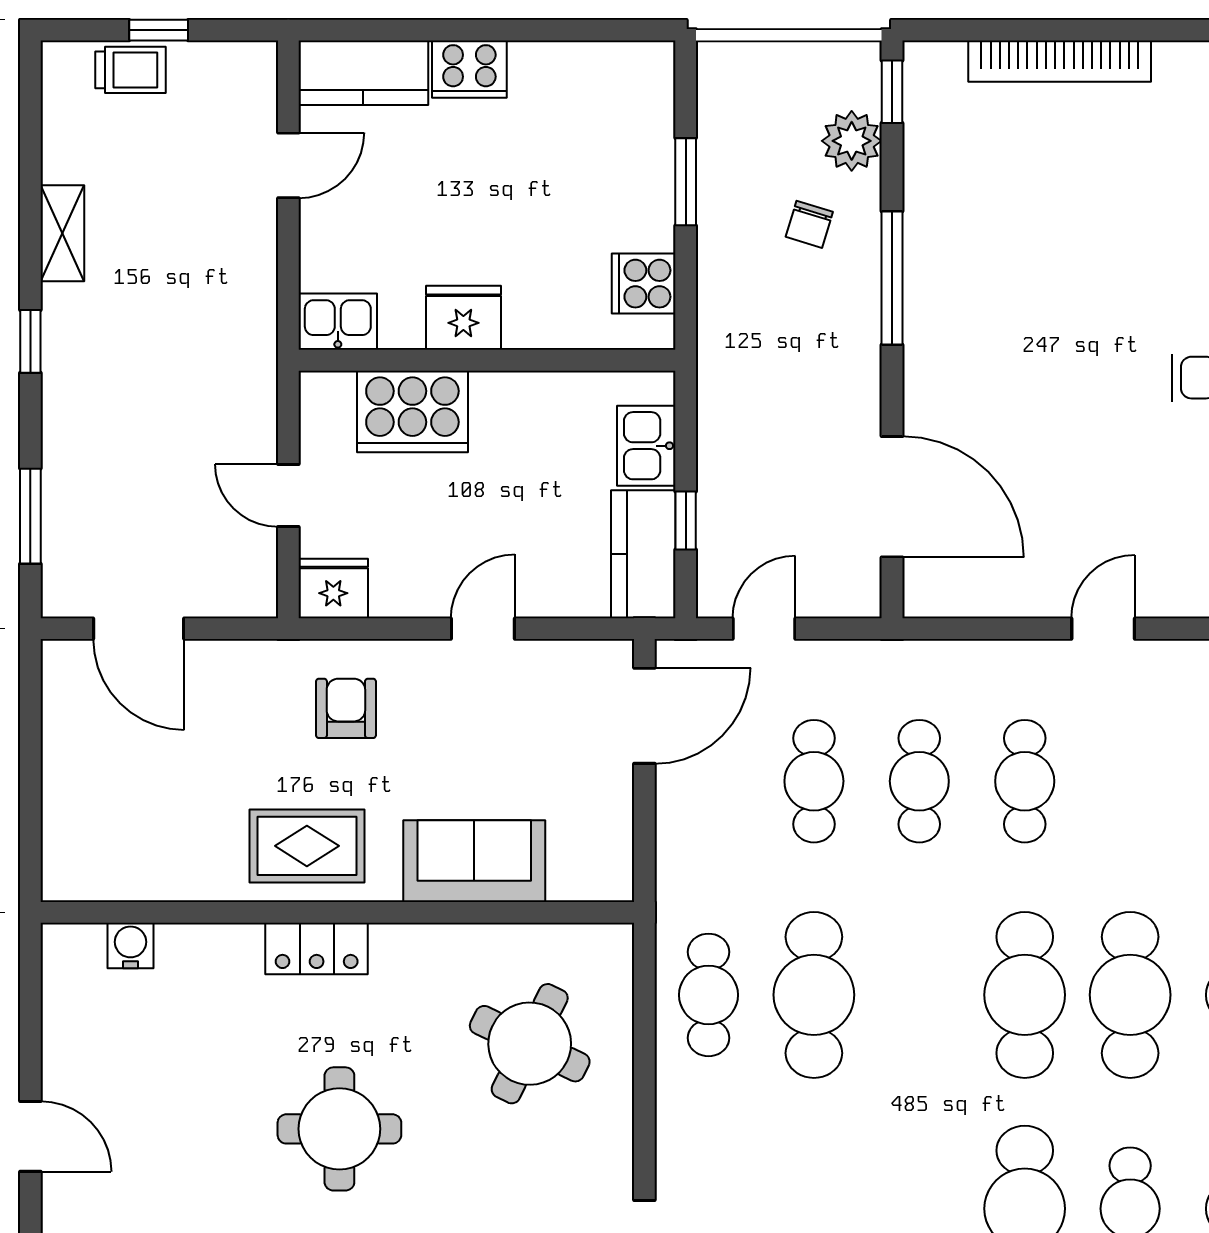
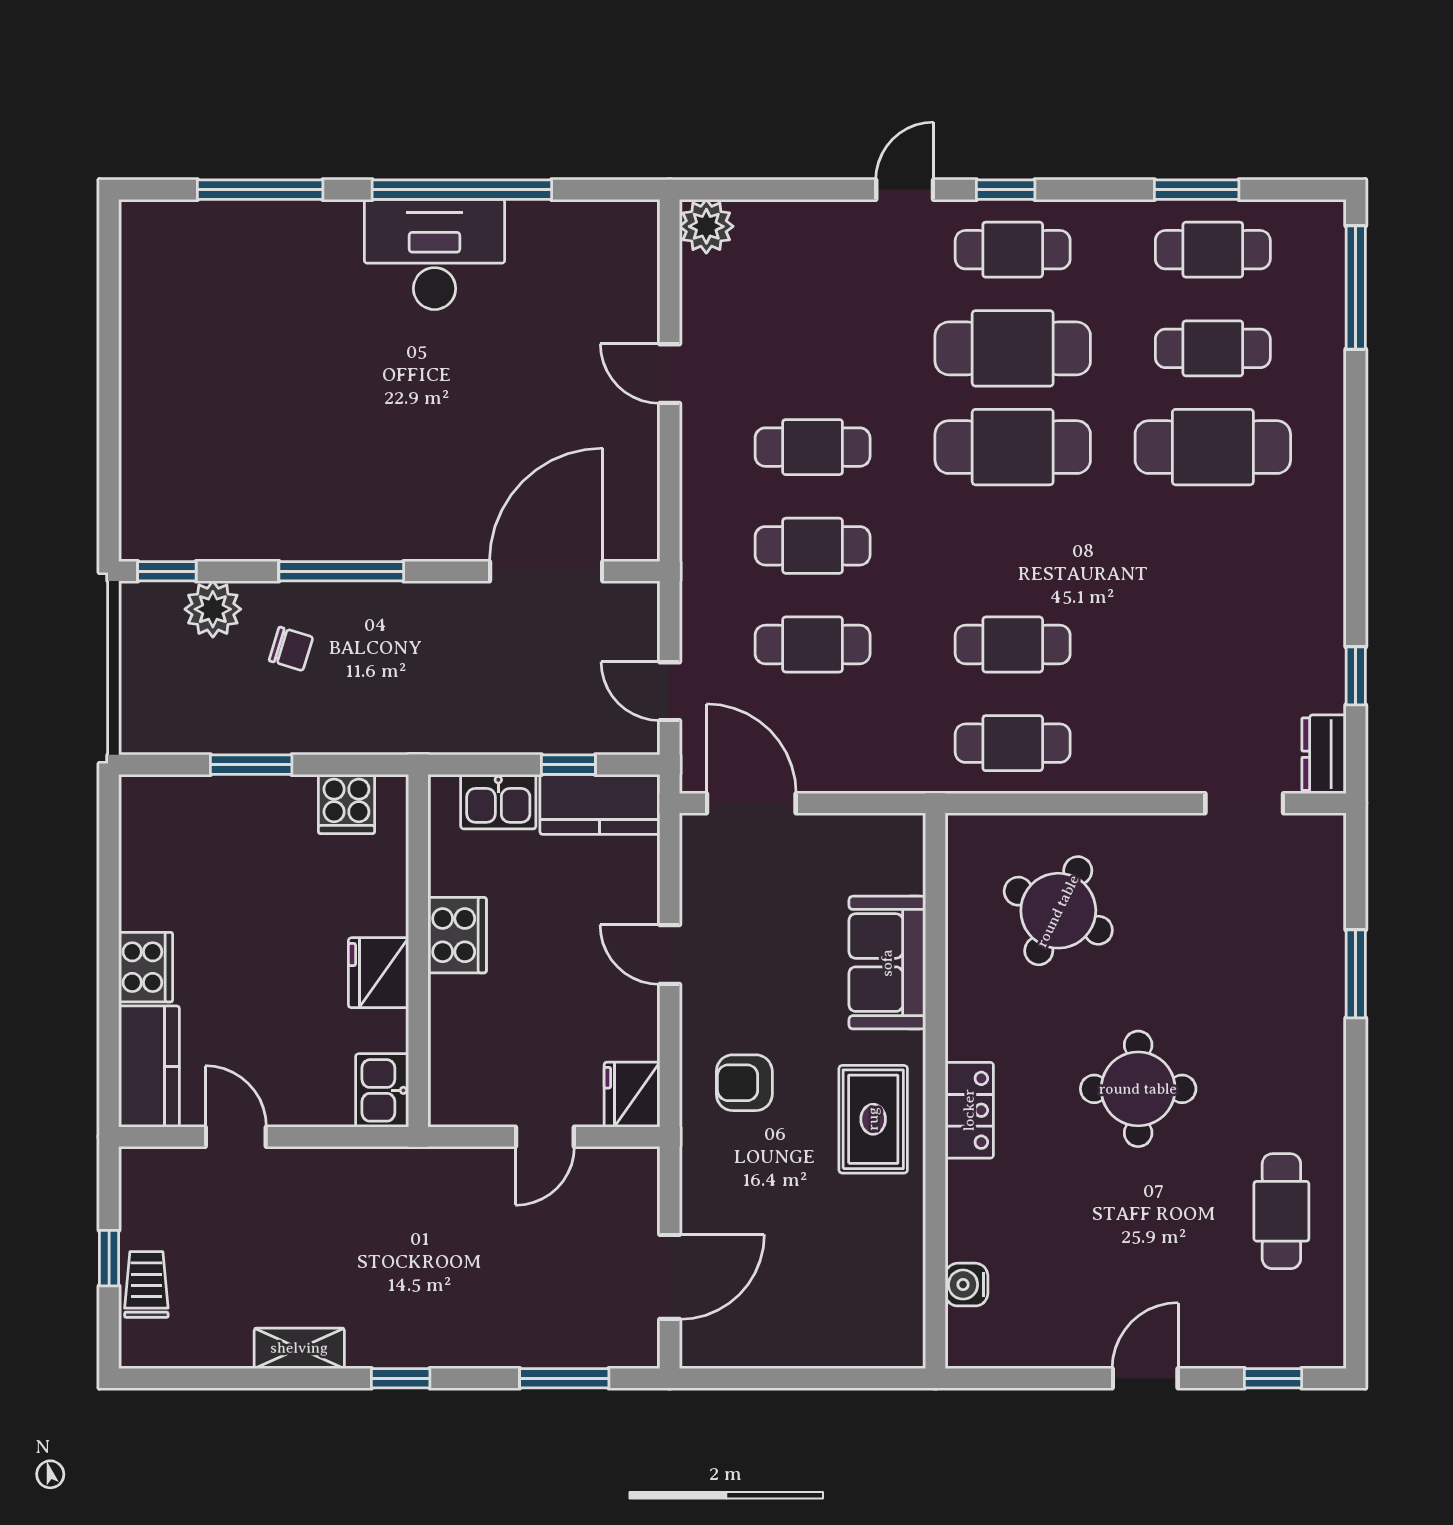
bookcase: (1060, 61) -> (138, 414), removed
cooker: (412, 412) -> (457, 935), moved, width x0.73, depth x0.76
cafe table: (814, 995) -> (1013, 644), width x0.73, depth x0.74

